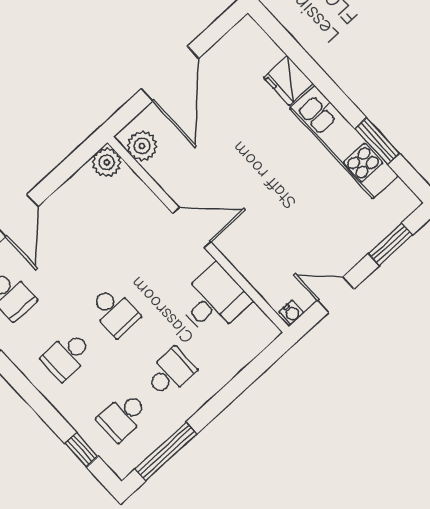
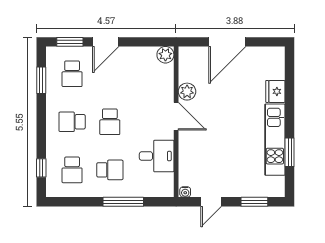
plant: (142, 146) -> (187, 92), moved
door: (336, 295) -> (211, 202), swing flipped
school desk: (123, 417) -> (72, 170), turned -90
window: (166, 451) -> (123, 202), moved

